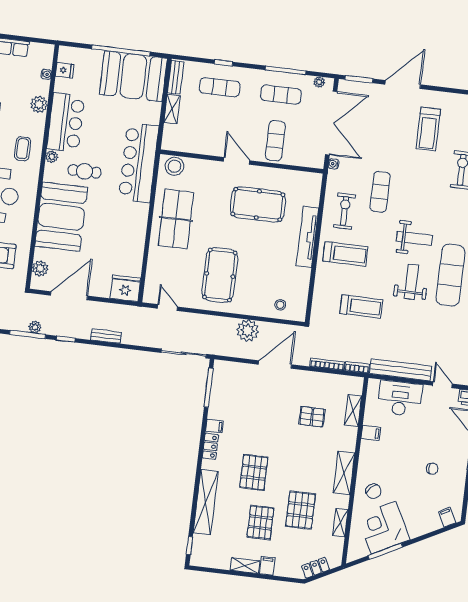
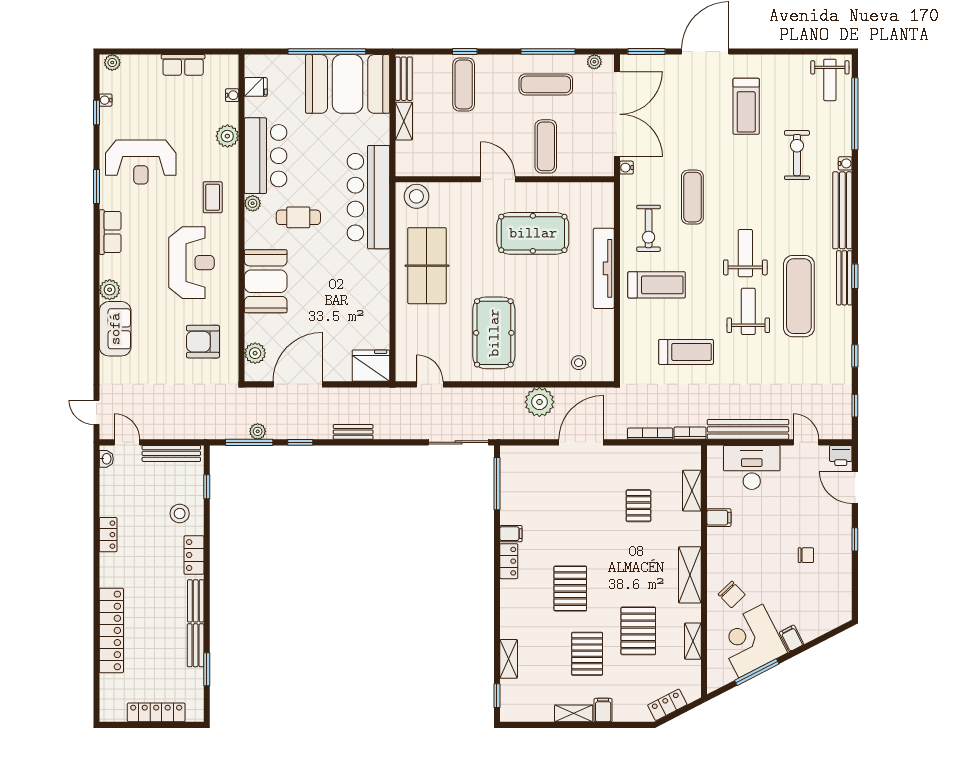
exercise mat: (220, 87) -> (464, 84), turned 90
exercise bike: (344, 211) -> (649, 228), turned 180
booth: (61, 217) -> (266, 281), width x0.73, depth x0.70
weight bench: (414, 238) -> (745, 253), turned -90
pallet: (312, 417) -> (638, 506), turned 90
shelving: (206, 502) -> (509, 659), width x0.45, depth x0.75
filing cabinet: (447, 517) -> (792, 638), moved

